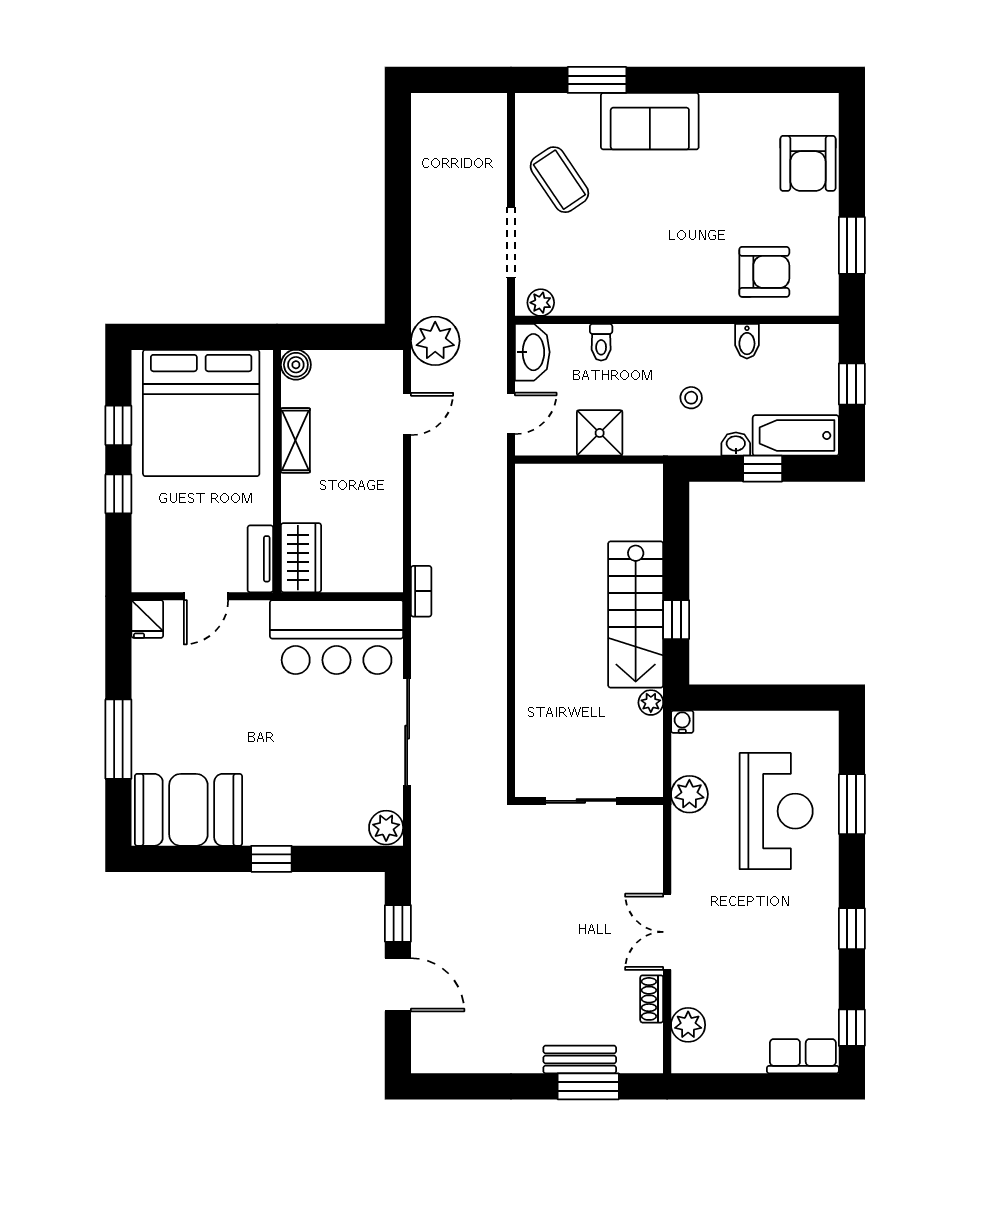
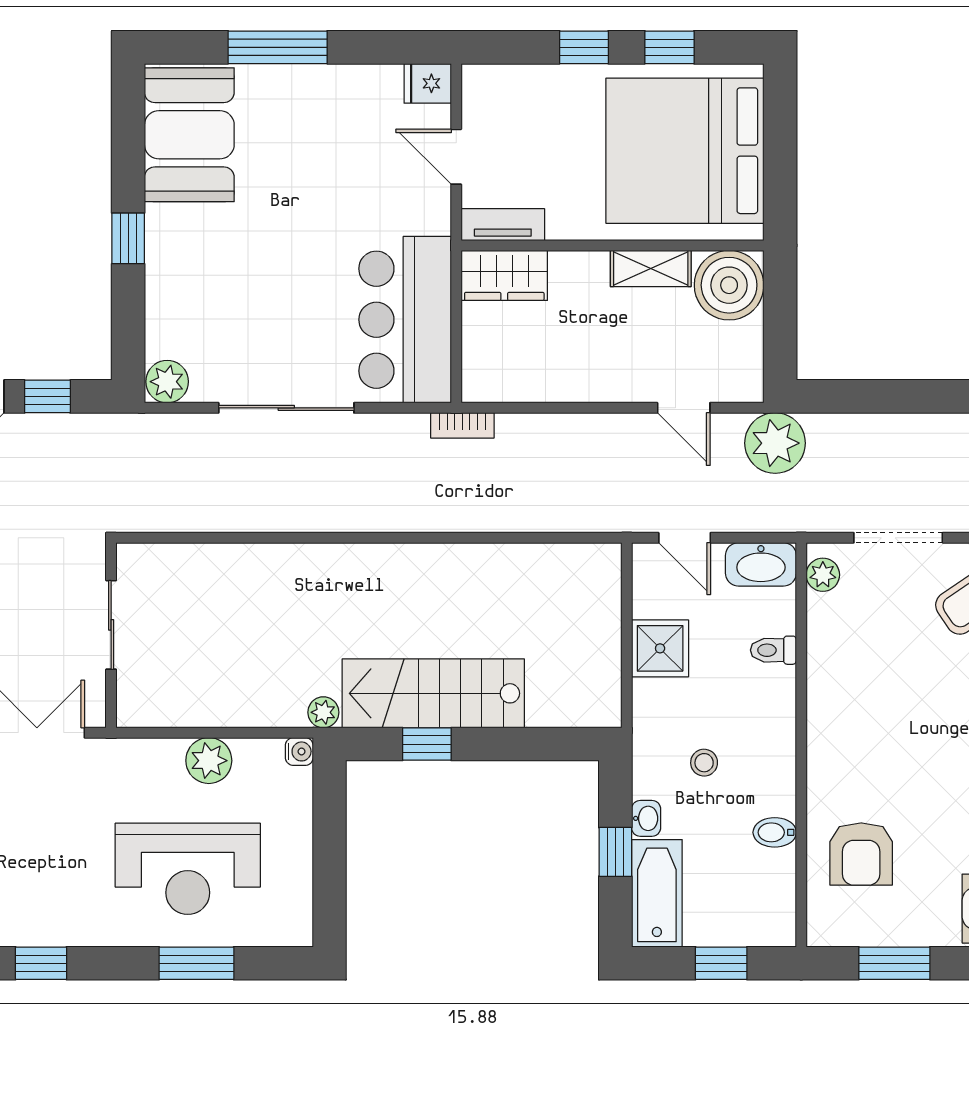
boiler: (296, 365) -> (729, 285), width x1.86, depth x1.86
sliding door: (581, 801) -> (111, 625), moved
wall: (589, 801) -> (111, 635), moved

